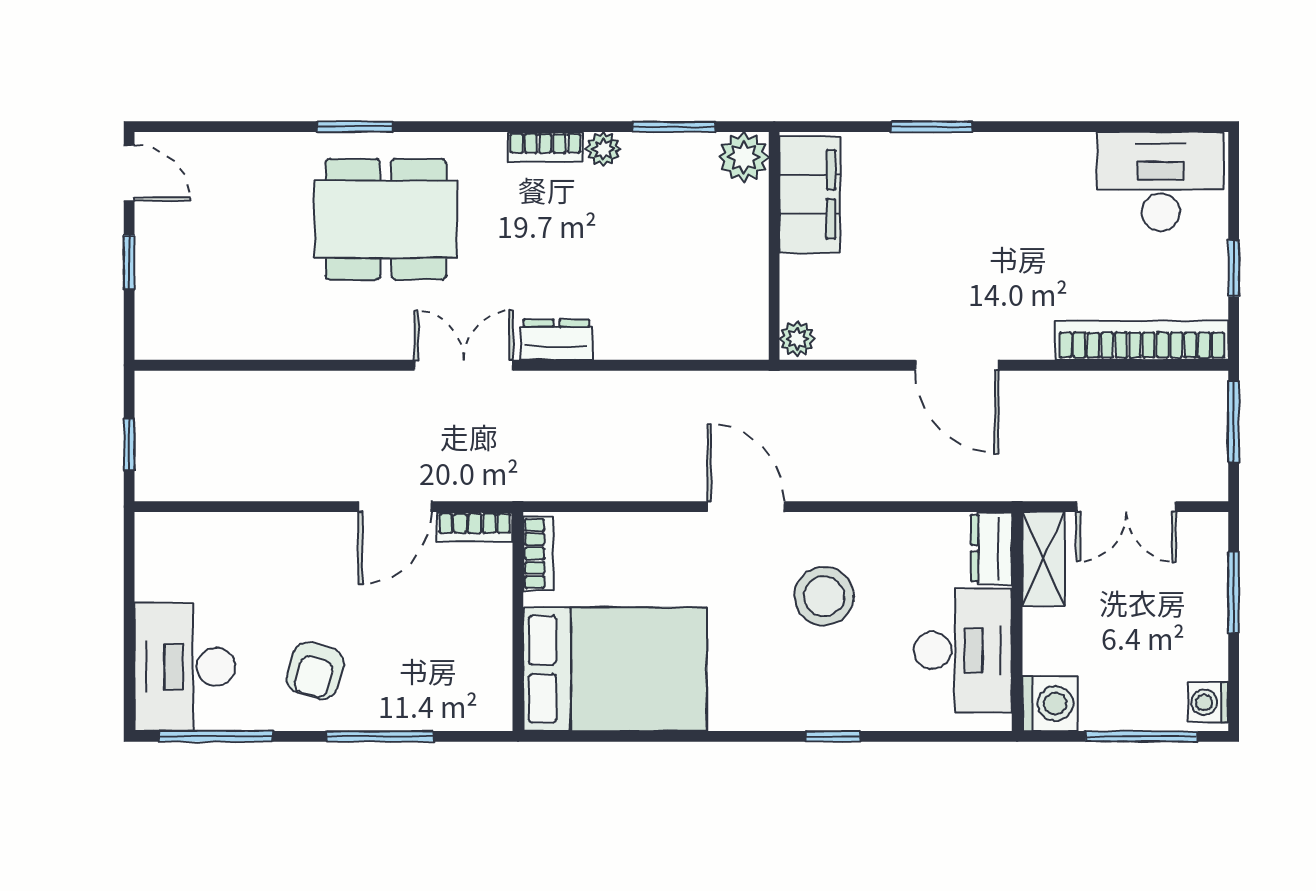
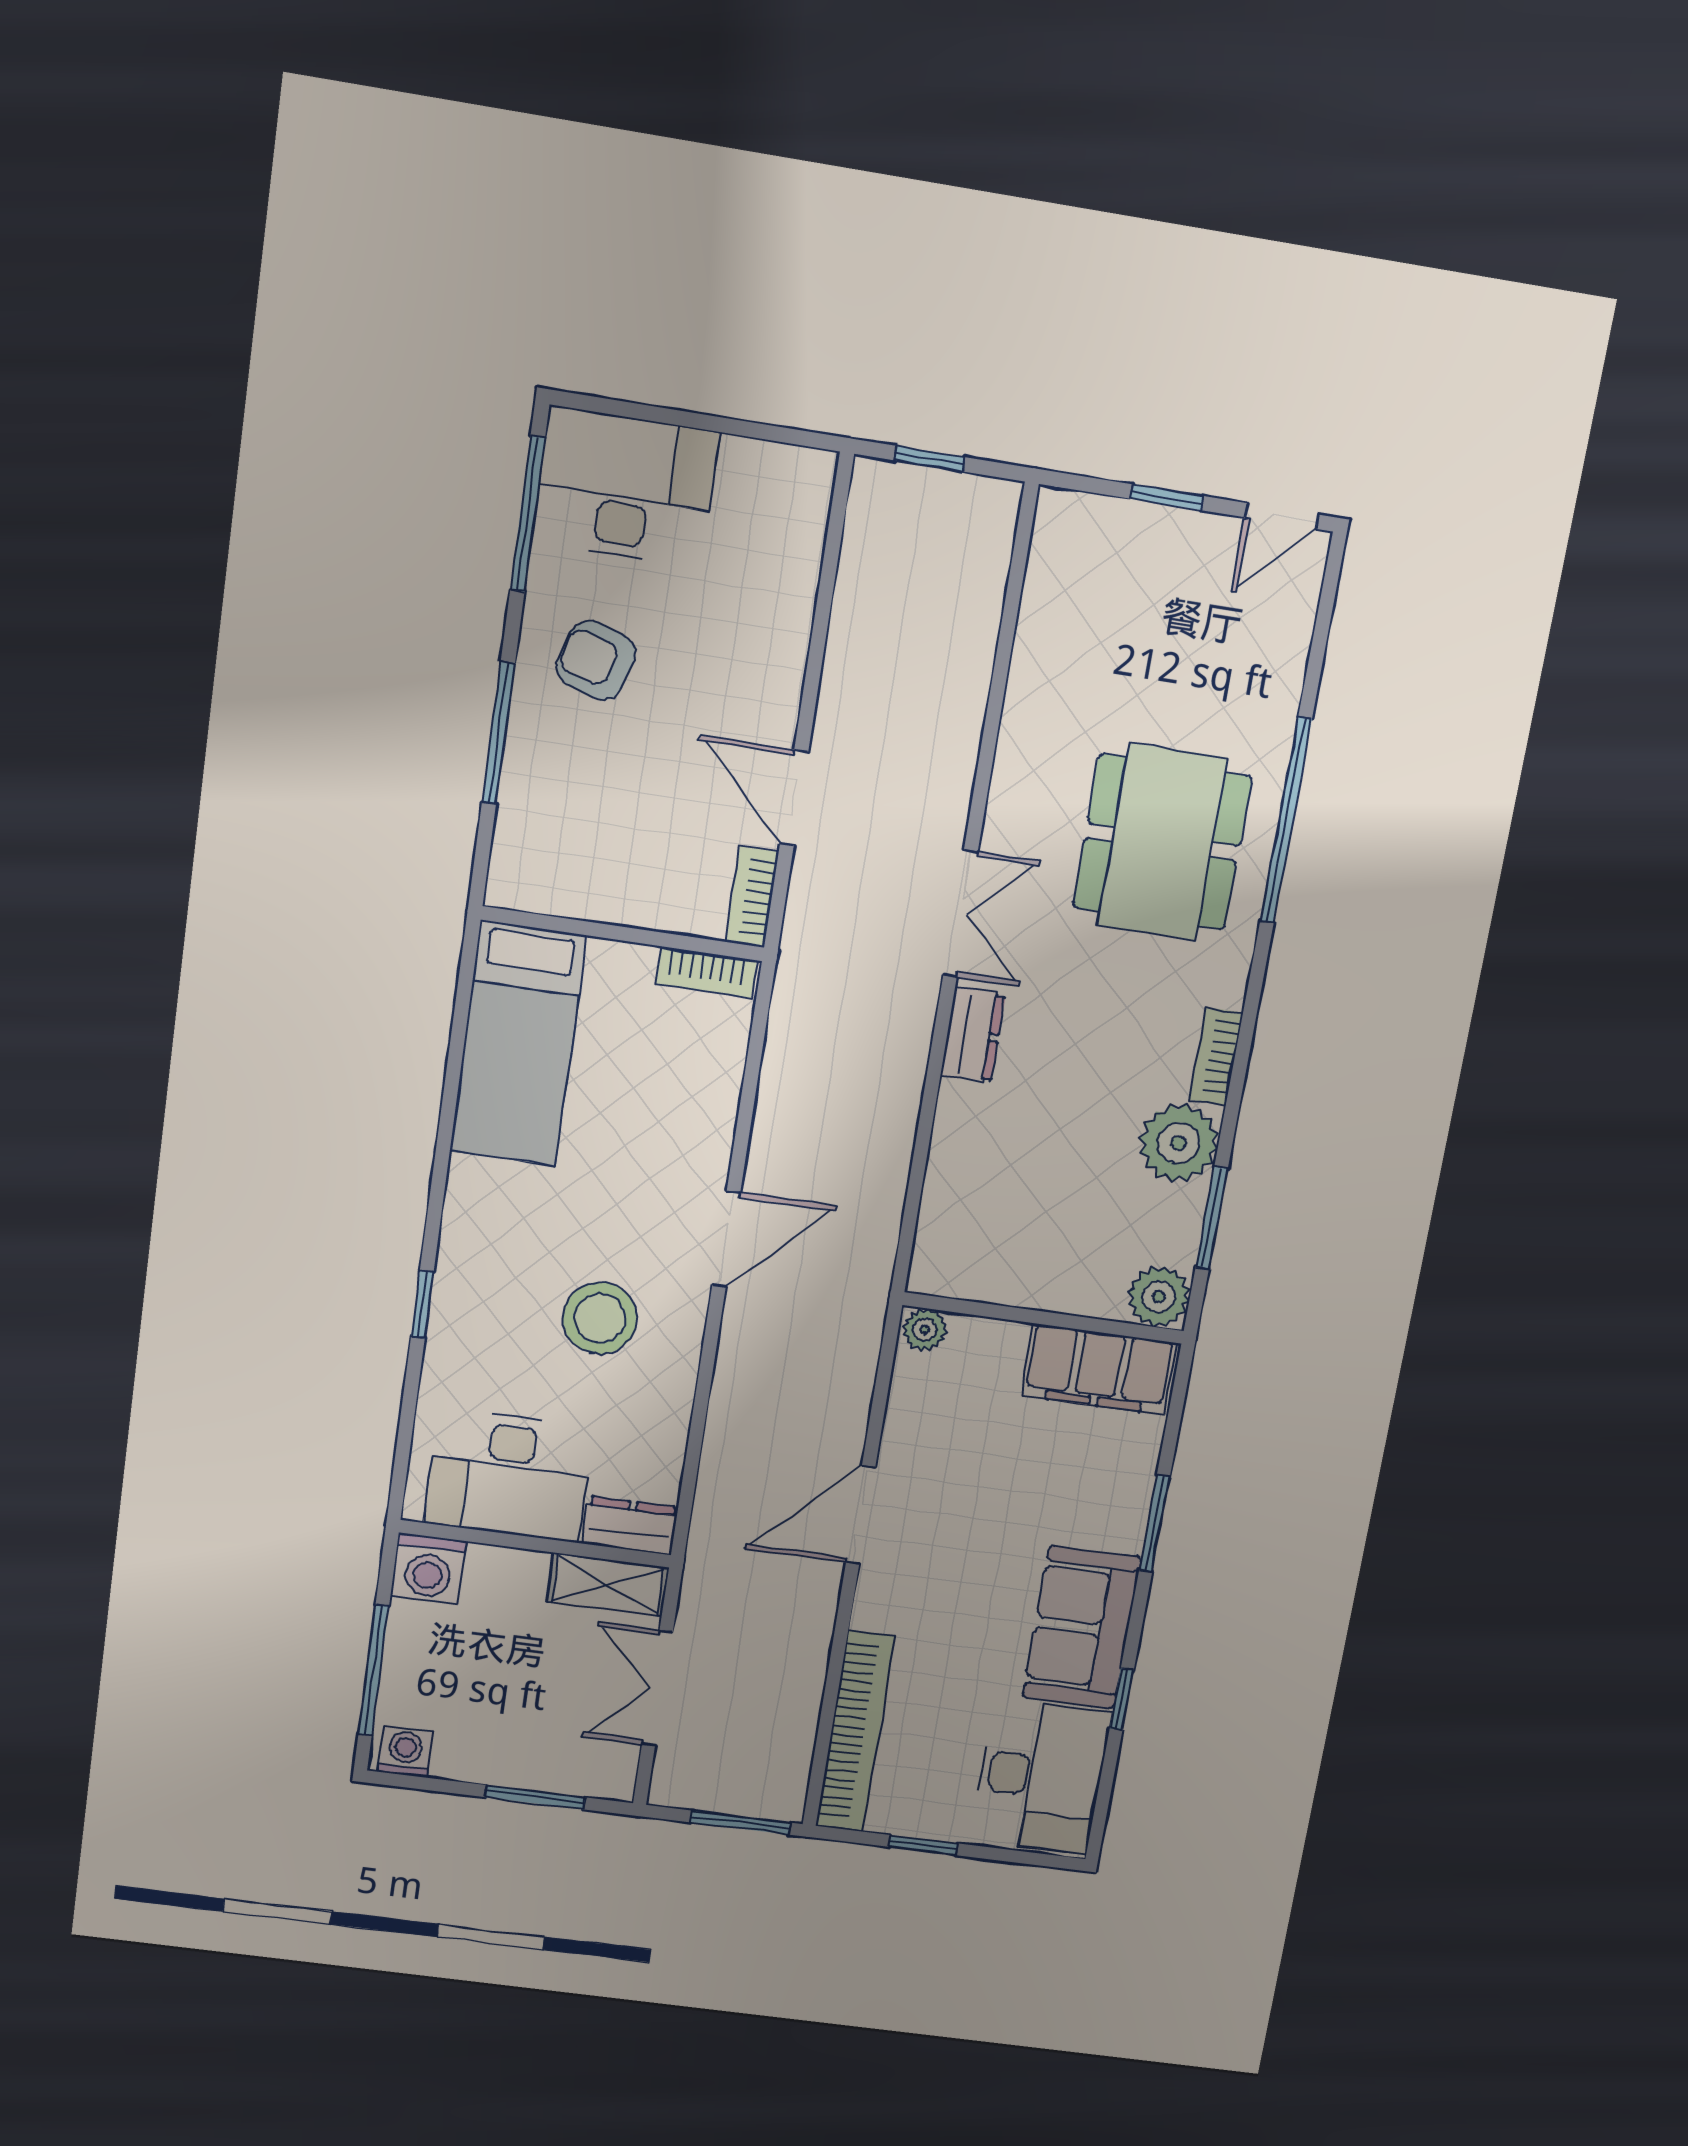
window: (355, 127) -> (1286, 820), width x2.11
window: (1085, 127) -> (1122, 1699), added
plant: (603, 149) -> (1179, 1143), width x1.87, depth x1.87
sofa: (1028, 170) -> (1082, 1627), added
bed: (615, 669) -> (518, 1044), width x0.67

